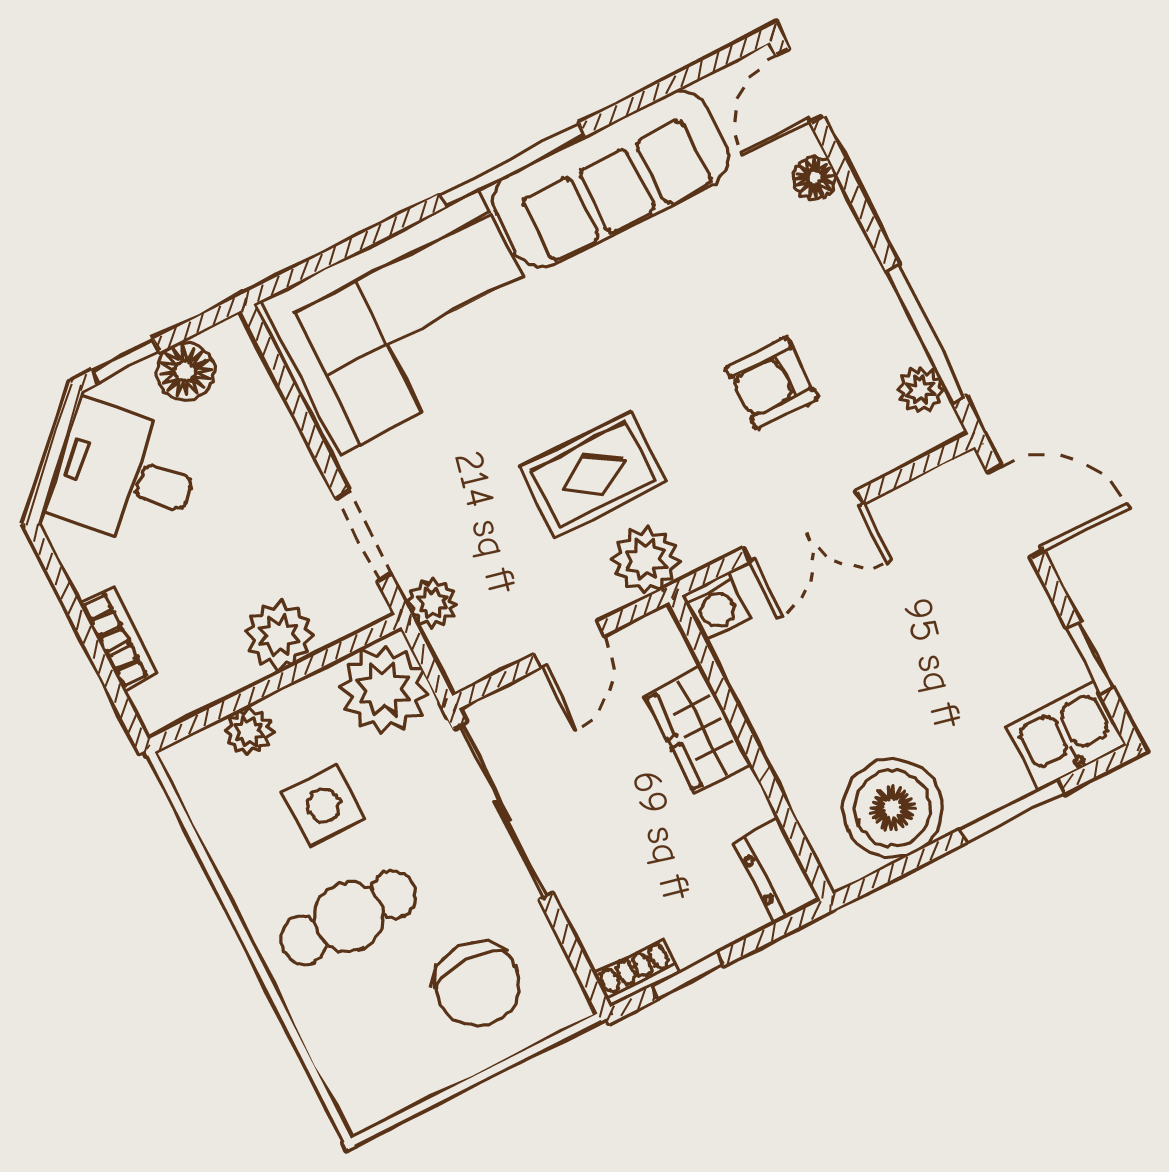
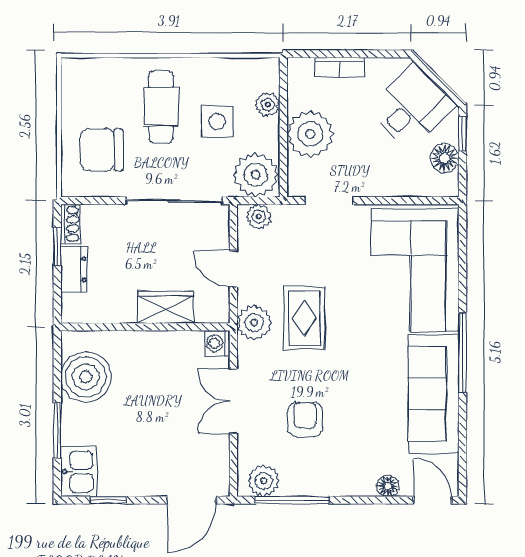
plant: (920, 390) -> (264, 481), width x1.38, depth x1.38
plant: (432, 603) -> (259, 217), moved
plant: (279, 635) -> (310, 134), width x1.36, depth x1.36
dresser: (777, 871) -> (74, 269), moved, turned 90

